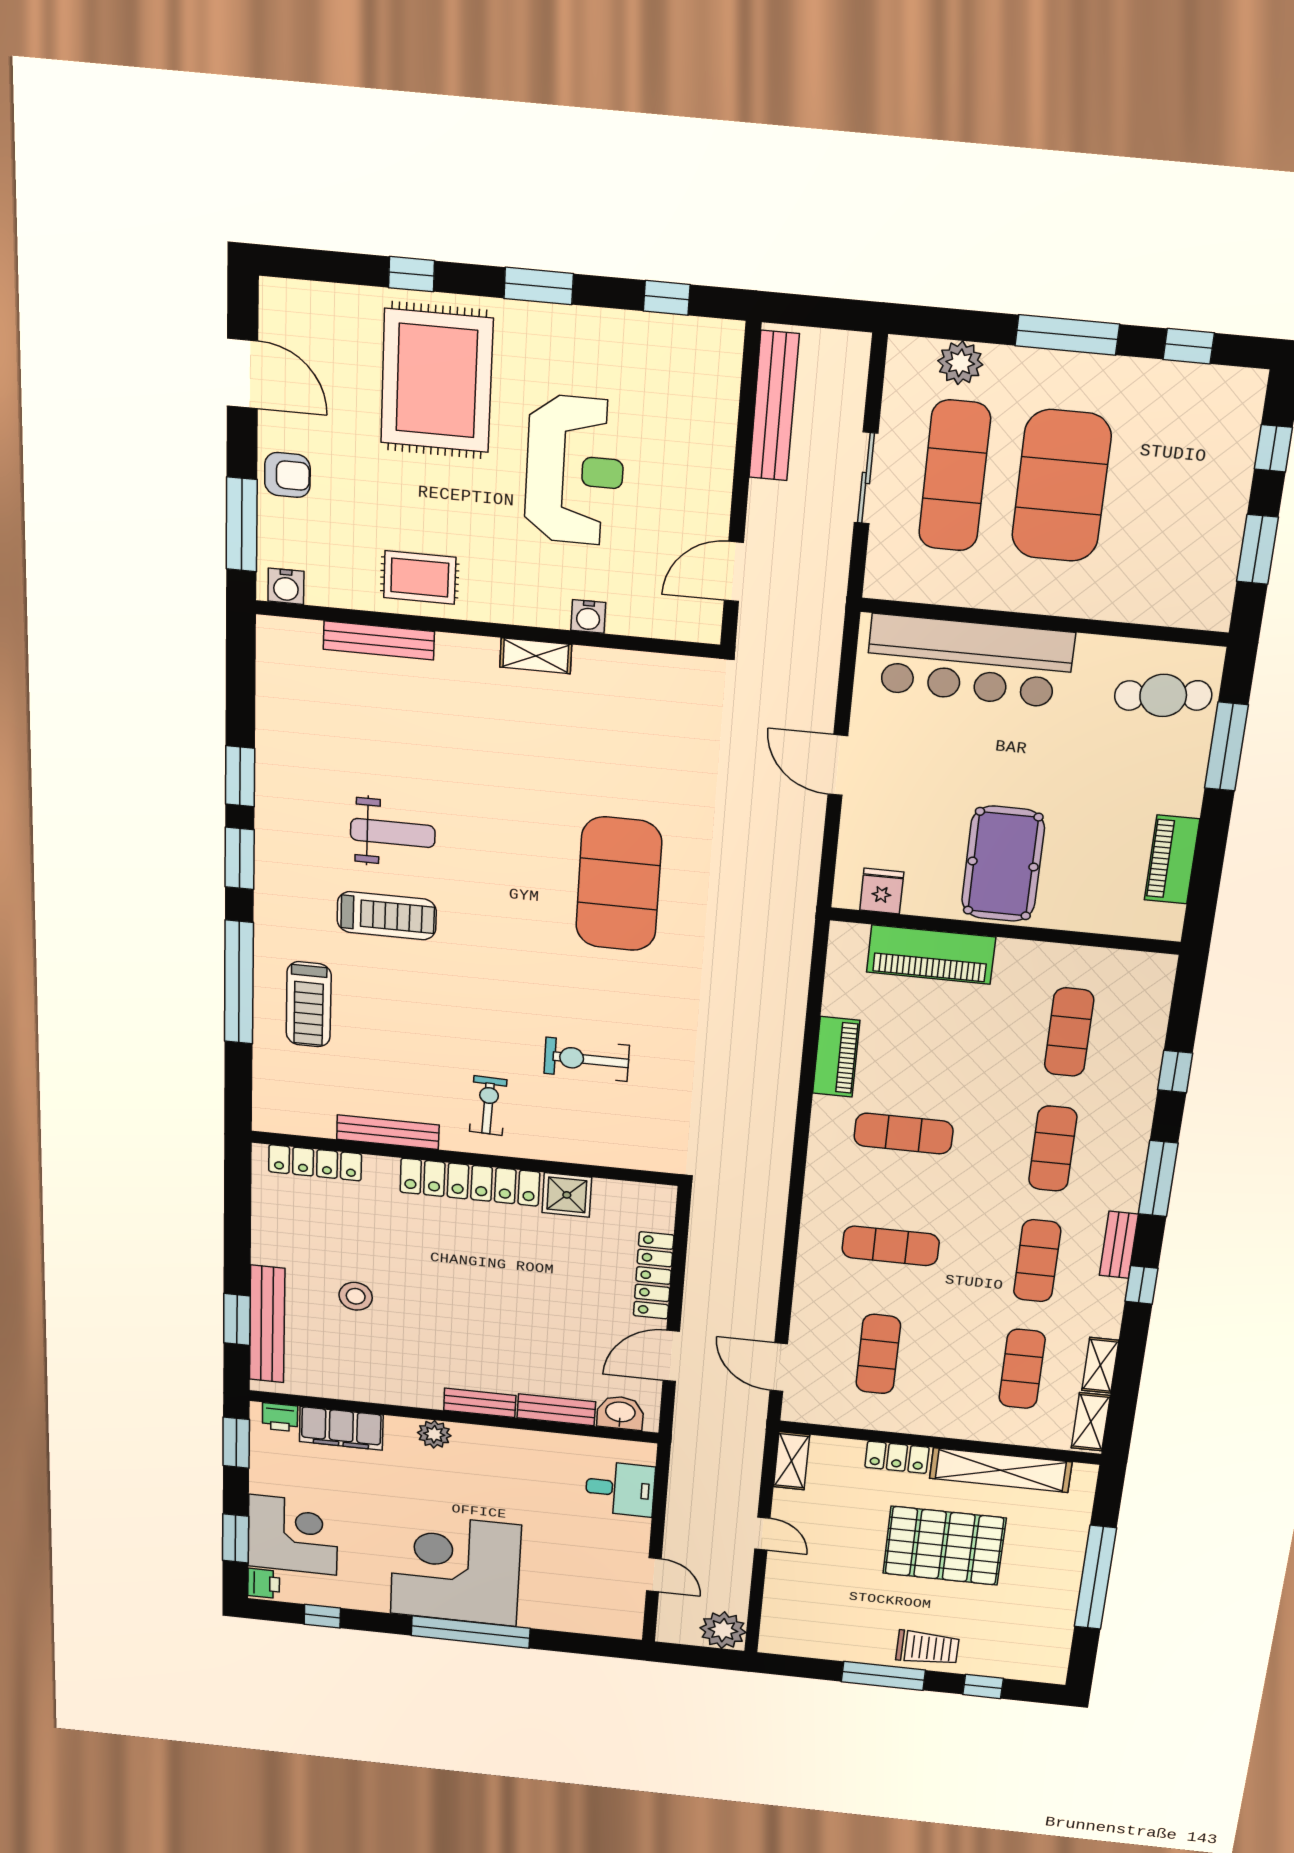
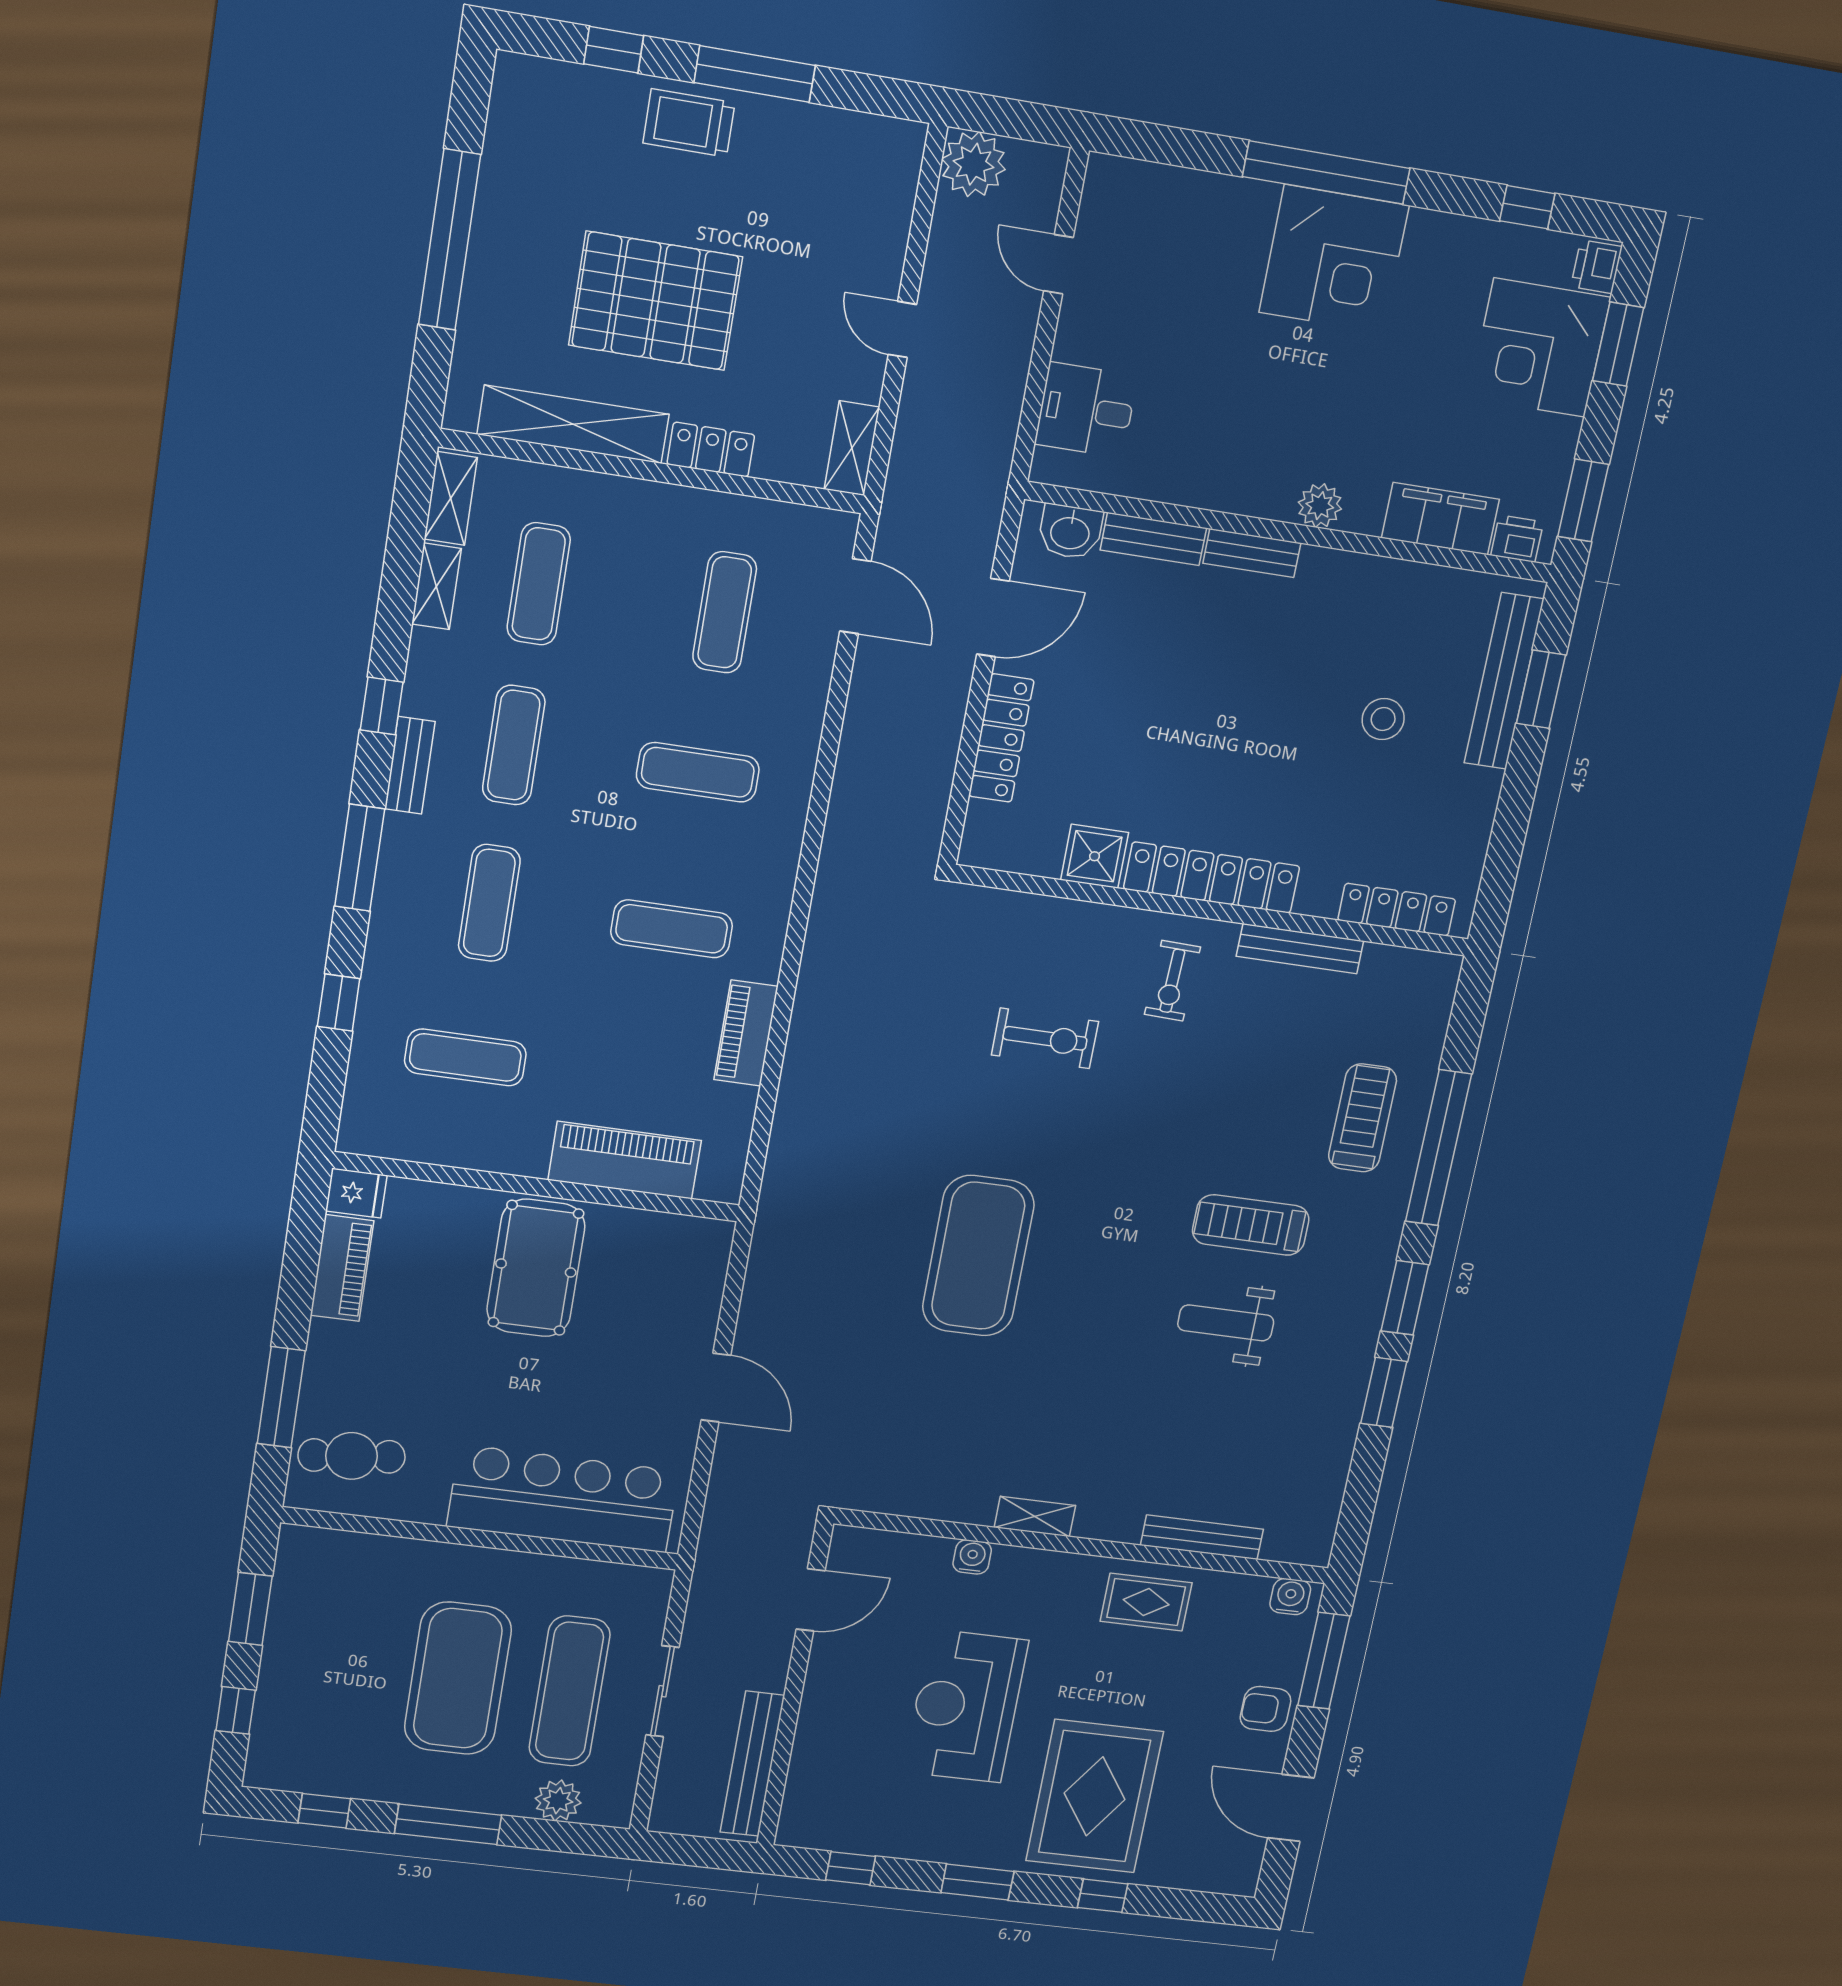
fridge: (882, 891) -> (356, 1193), moved, turned -90
exercise mat: (1069, 1032) -> (465, 1057), turned 90
corner desk: (455, 1569) -> (1334, 259), width x0.74, depth x0.74

